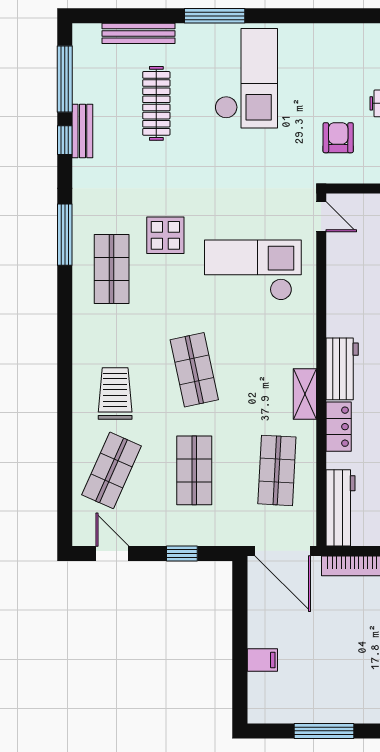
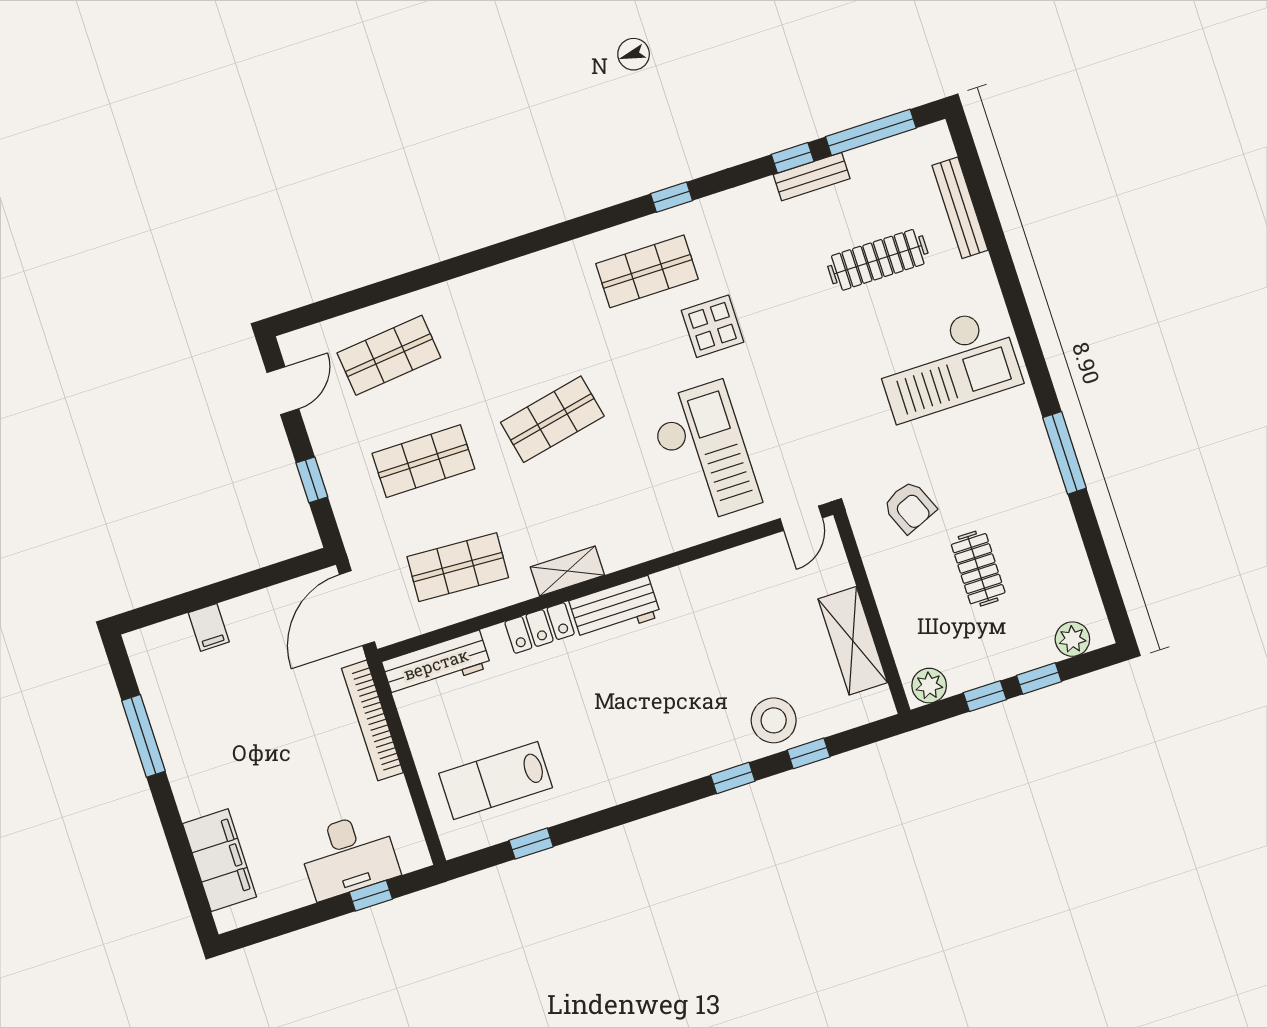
window: (215, 16) -> (1065, 453), moved
armchair: (338, 138) -> (909, 507), turned 67
window: (65, 235) -> (672, 197), width x0.46
trolley: (115, 394) -> (489, 328), removed
shop shelf: (112, 470) -> (389, 355), turned -30

